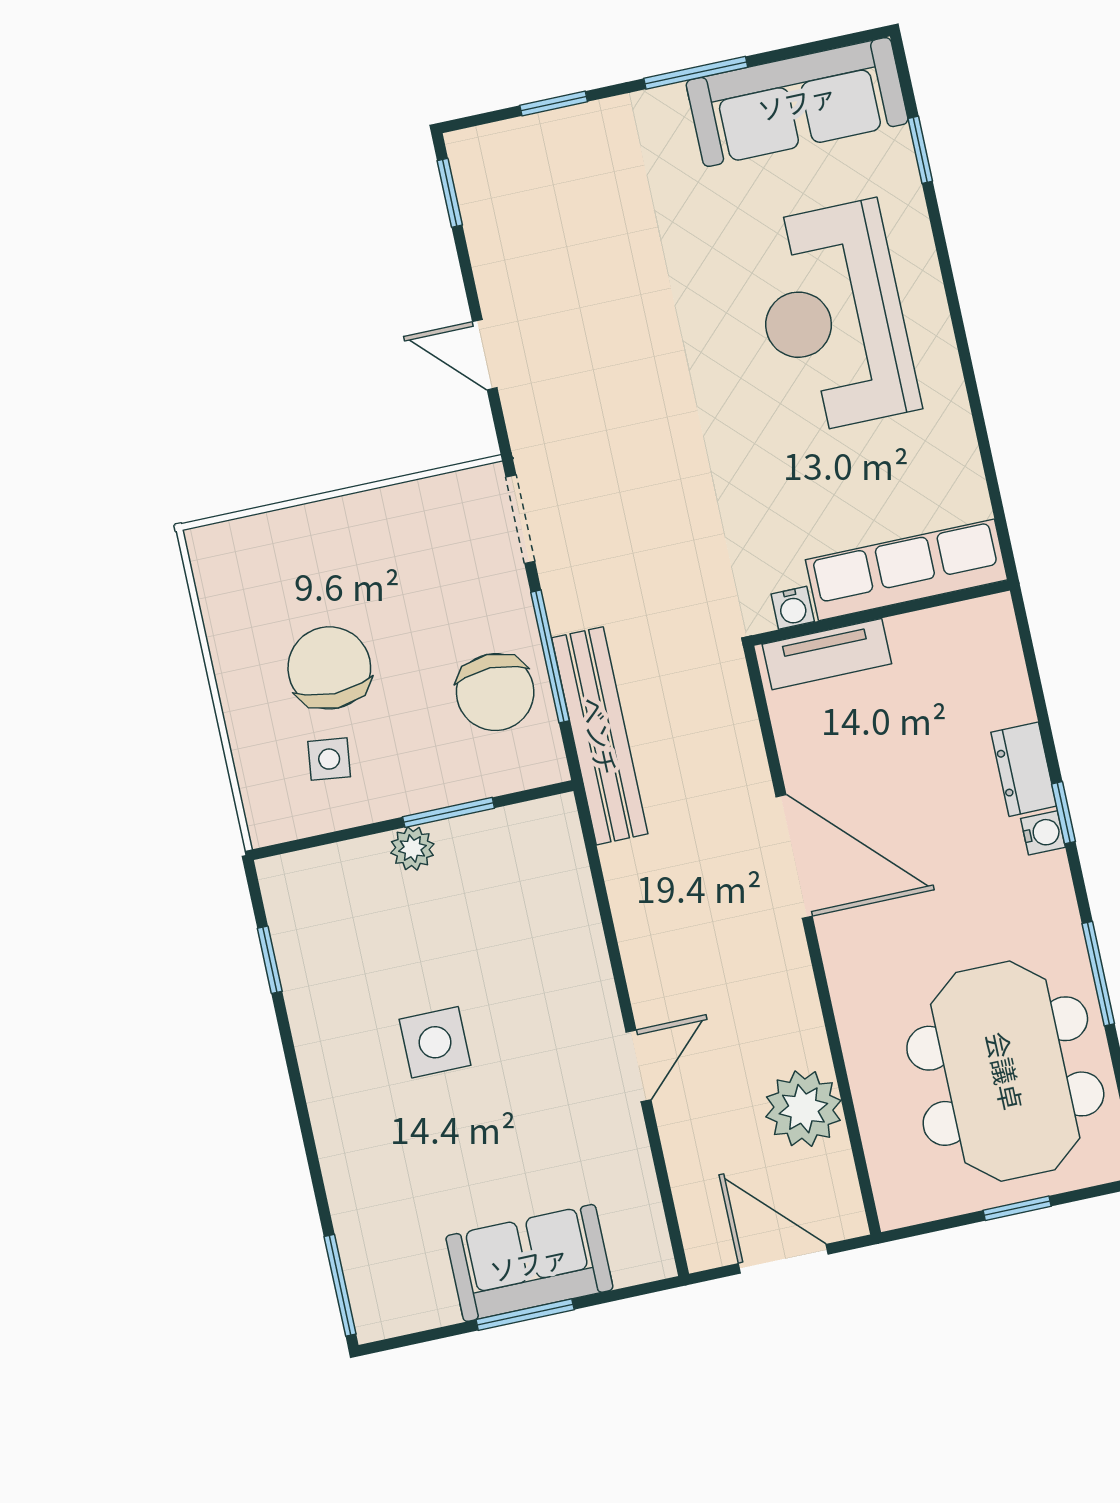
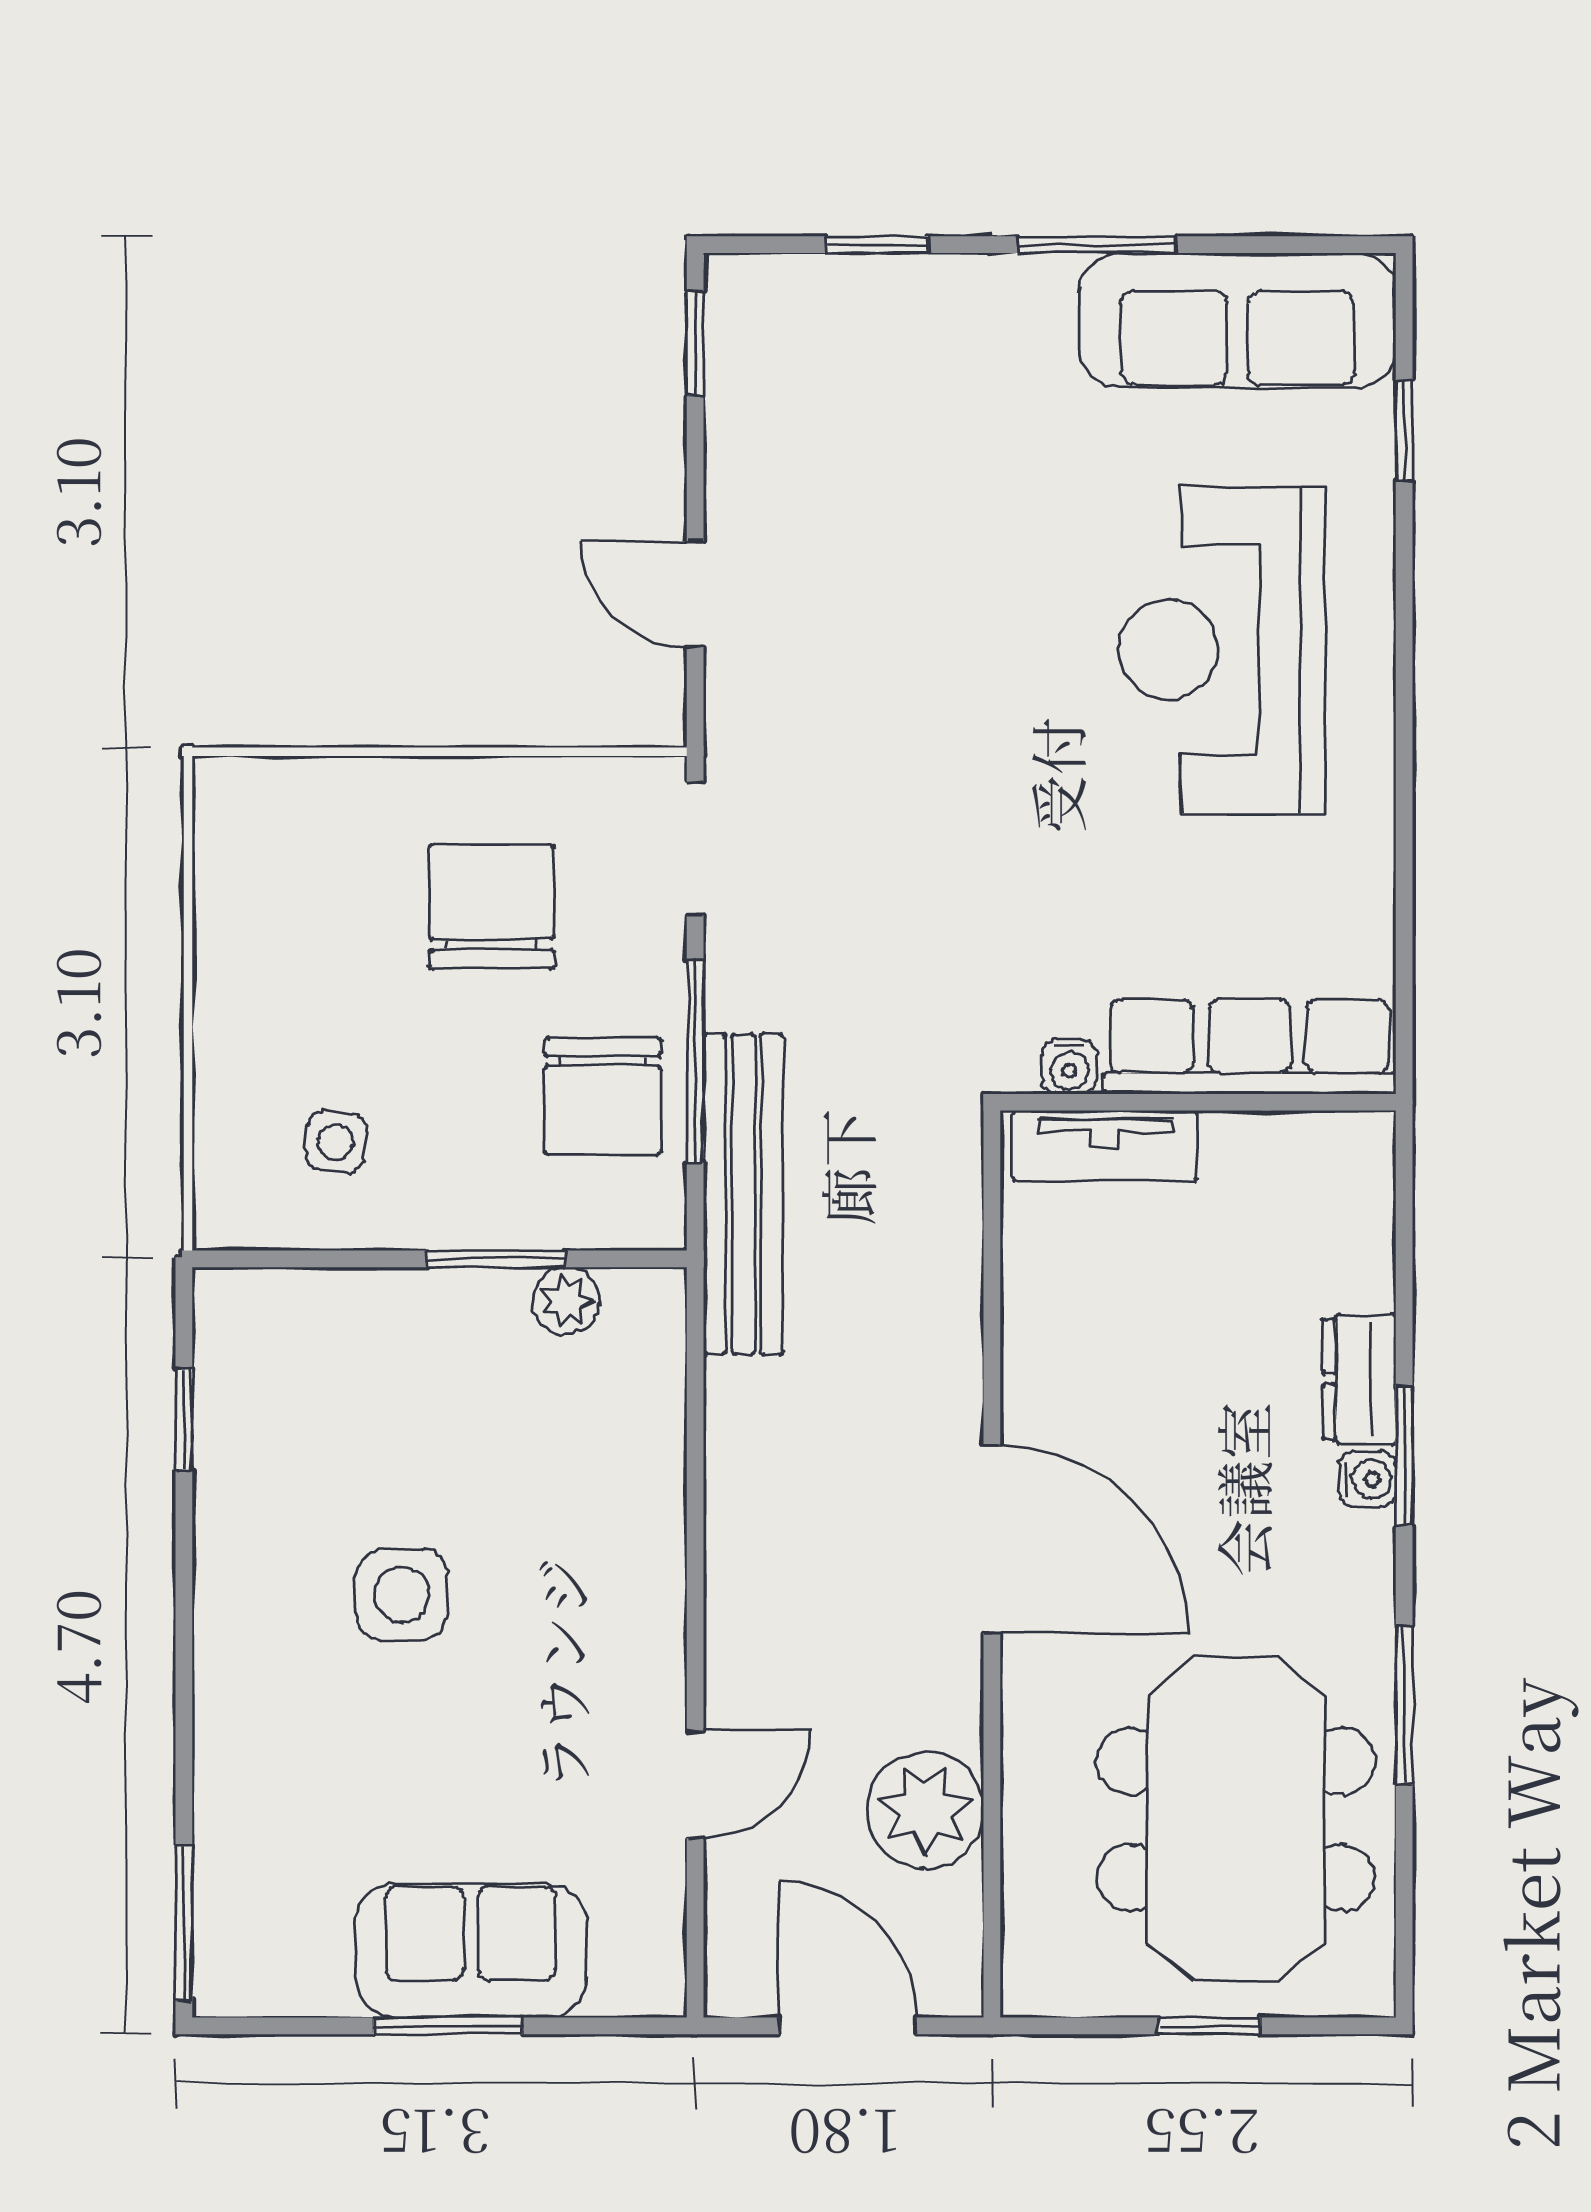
chair: (329, 668) -> (492, 907), moved
window: (1064, 813) -> (1404, 1456), width x1.50
plant: (412, 848) -> (566, 1301), moved
door: (794, 856) -> (992, 1539), moved
door: (639, 1066) -> (695, 1784), moved

